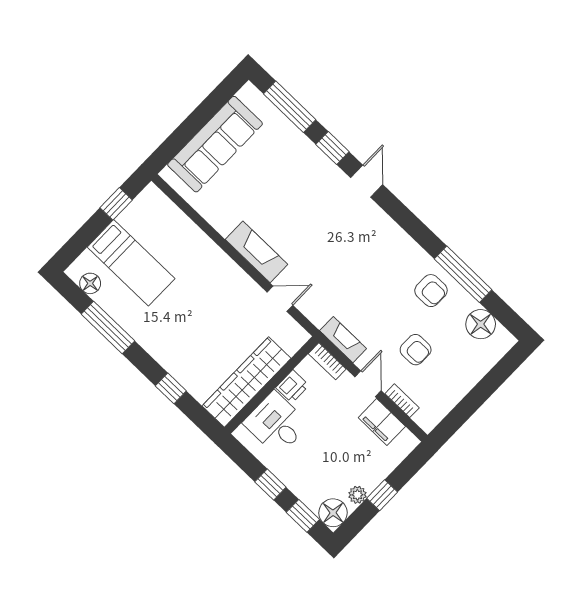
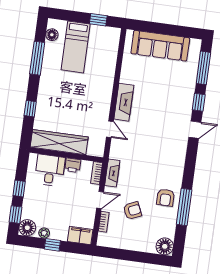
floor lamp: (481, 324) -> (165, 246), moved
armchair: (416, 350) -> (132, 211), turned -114
filing cabinet: (382, 422) -> (80, 235), moved, turned 90

